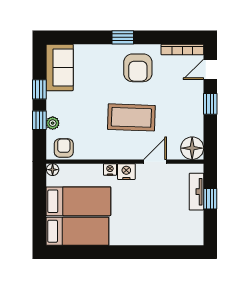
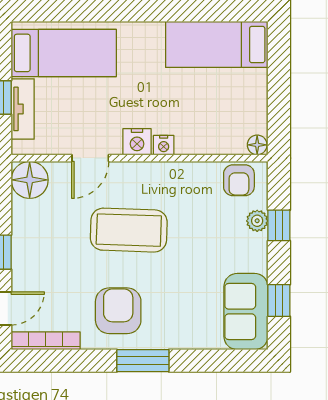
window: (123, 37) -> (143, 361), width x1.50
window: (39, 89) -> (279, 300), moved
bed: (78, 201) -> (64, 53), moved, turned 180

